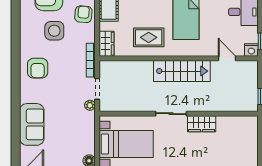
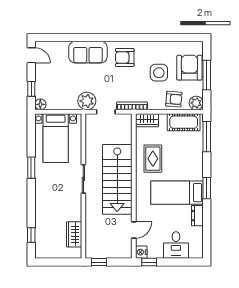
stairs: (182, 71) -> (117, 179), width x1.36, depth x1.51
plant: (90, 105) -> (87, 101), width x1.87, depth x1.87
sofa: (32, 124) -> (88, 52), moved
wardrobe: (202, 124) -> (74, 234), moved

